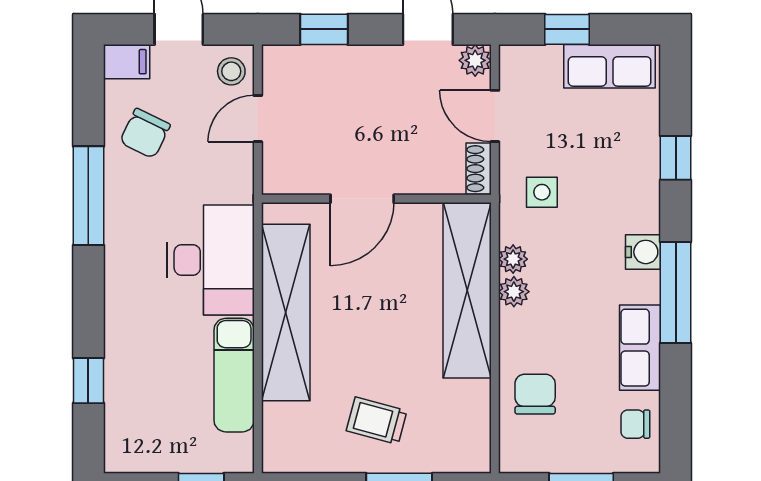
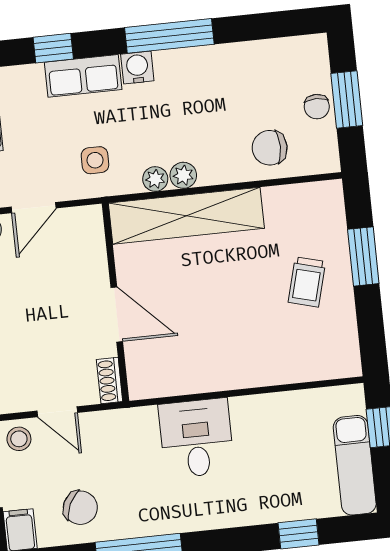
shoe rack: (479, 169) -> (110, 380), moved, turned 90
desk: (211, 260) -> (196, 438), width x0.73
shelving: (286, 313) -> (222, 370), removed
row of seats: (640, 348) -> (83, 76), moved
exam couch: (234, 375) -> (355, 465), moved, turned 90
chair: (635, 424) -> (317, 107), moved

